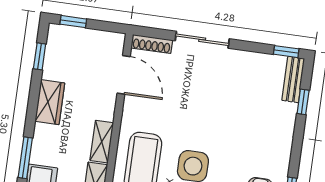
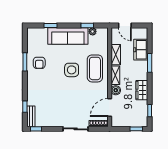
door: (124, 75) -> (110, 107), hinge flipped
boiler: (105, 110) -> (116, 90), added

